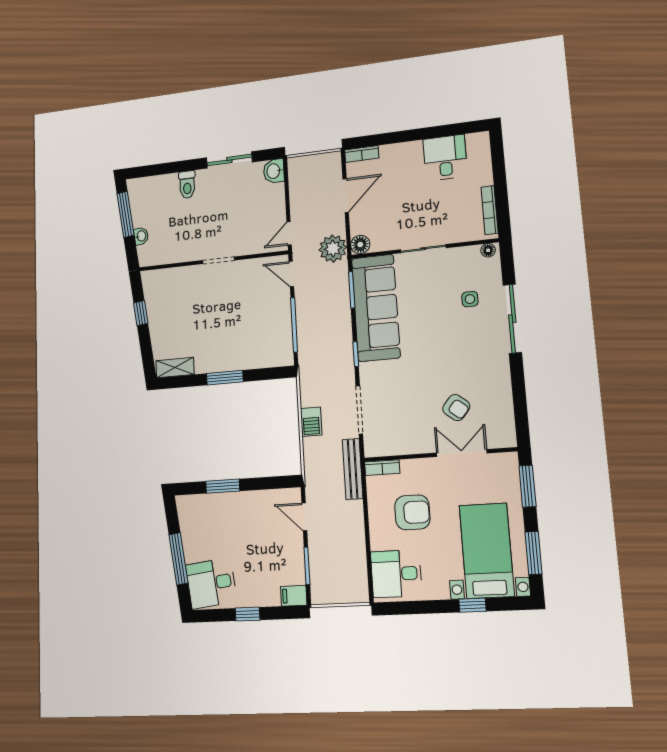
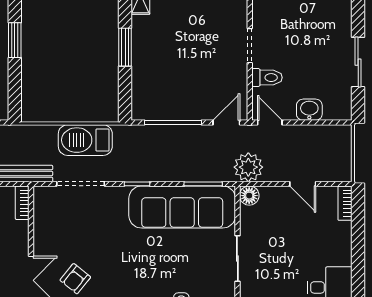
washbasin: (274, 171) -> (309, 110), moved
toilet: (187, 185) -> (267, 78), moved, turned 180
door: (346, 196) -> (303, 184), width x0.73
barbecue: (311, 422) -> (85, 140), width x1.88, depth x1.53

